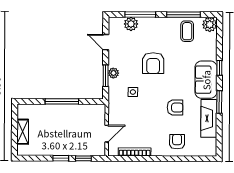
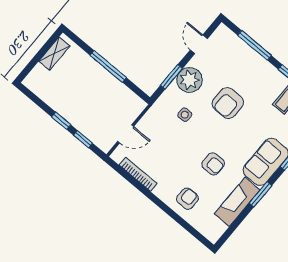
plant: (131, 24) -> (238, 47), removed
plant: (113, 73) -> (189, 80), width x1.88, depth x1.88
shelving: (23, 132) -> (54, 54), moved

